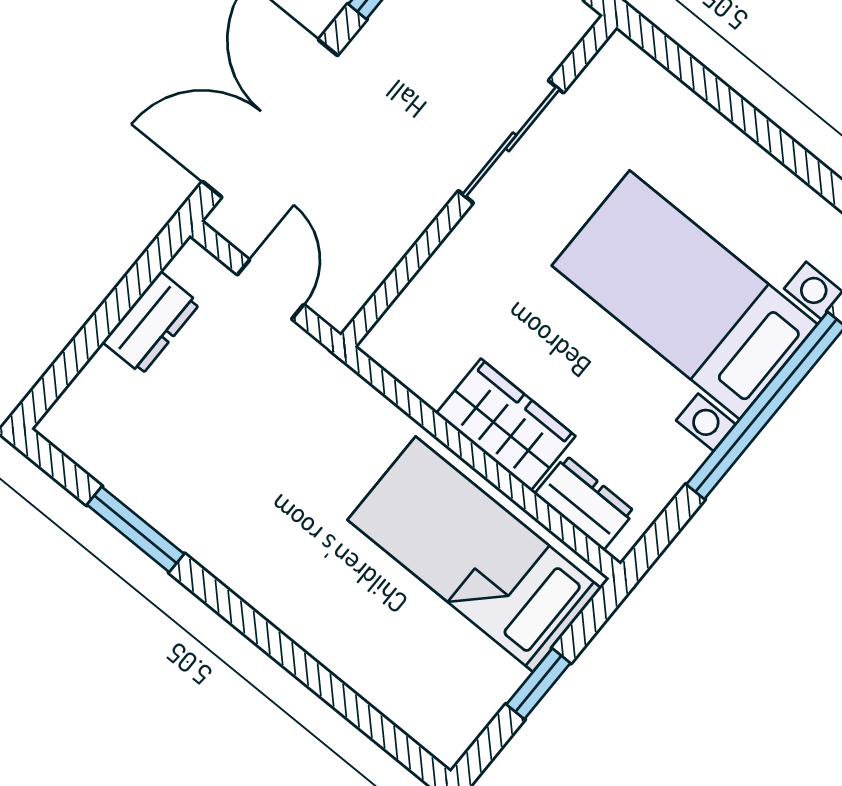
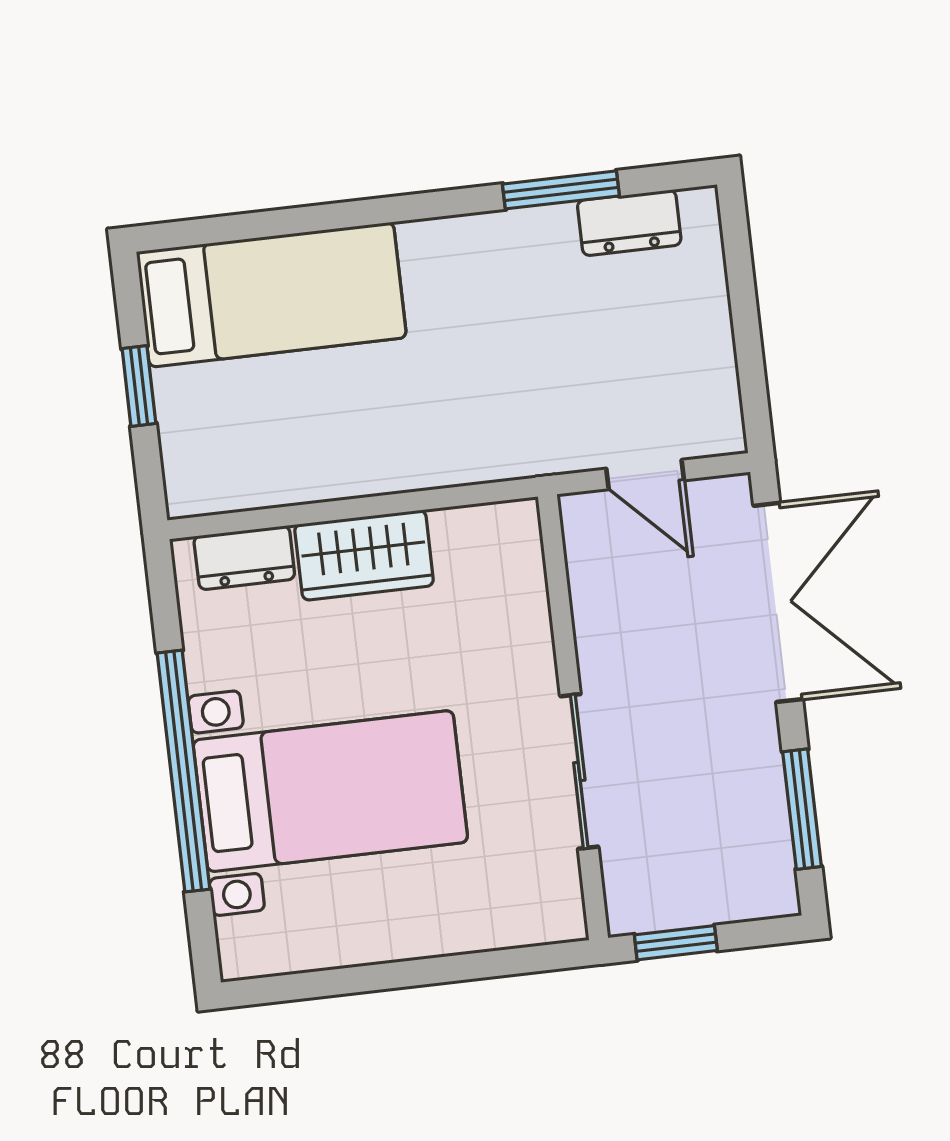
dresser: (151, 323) -> (629, 223), moved, turned -90
bed: (474, 554) -> (271, 295), moved

